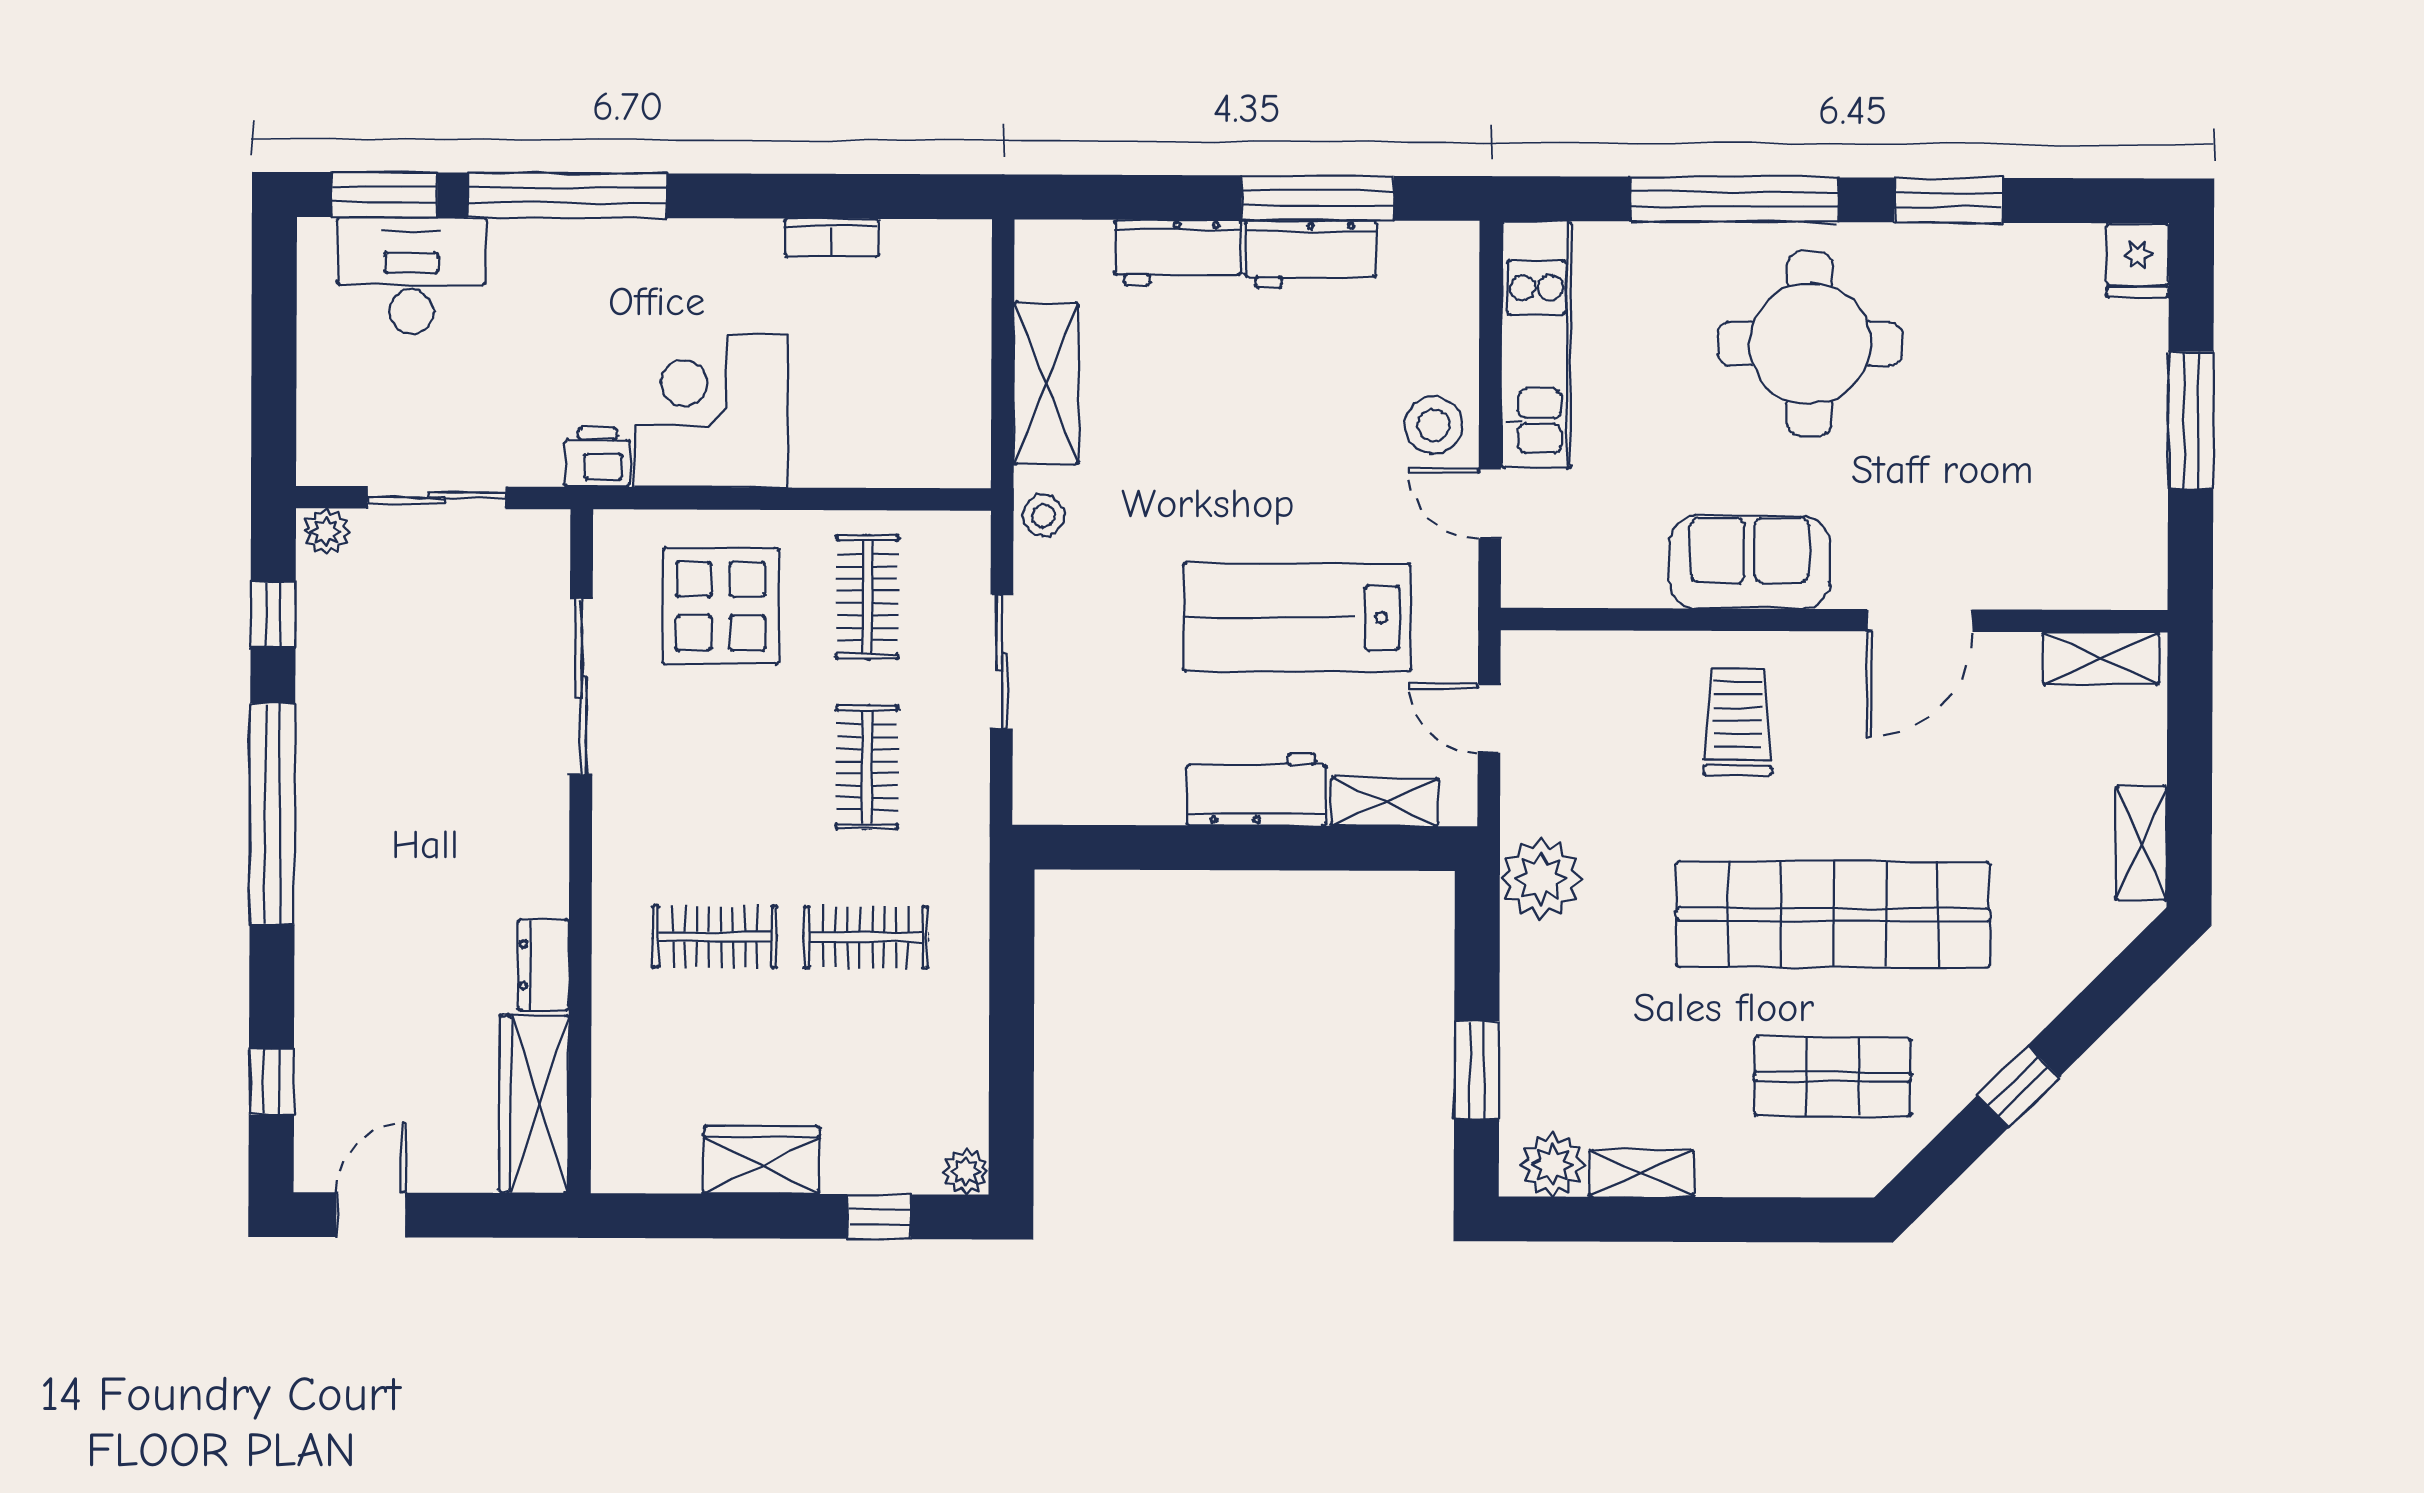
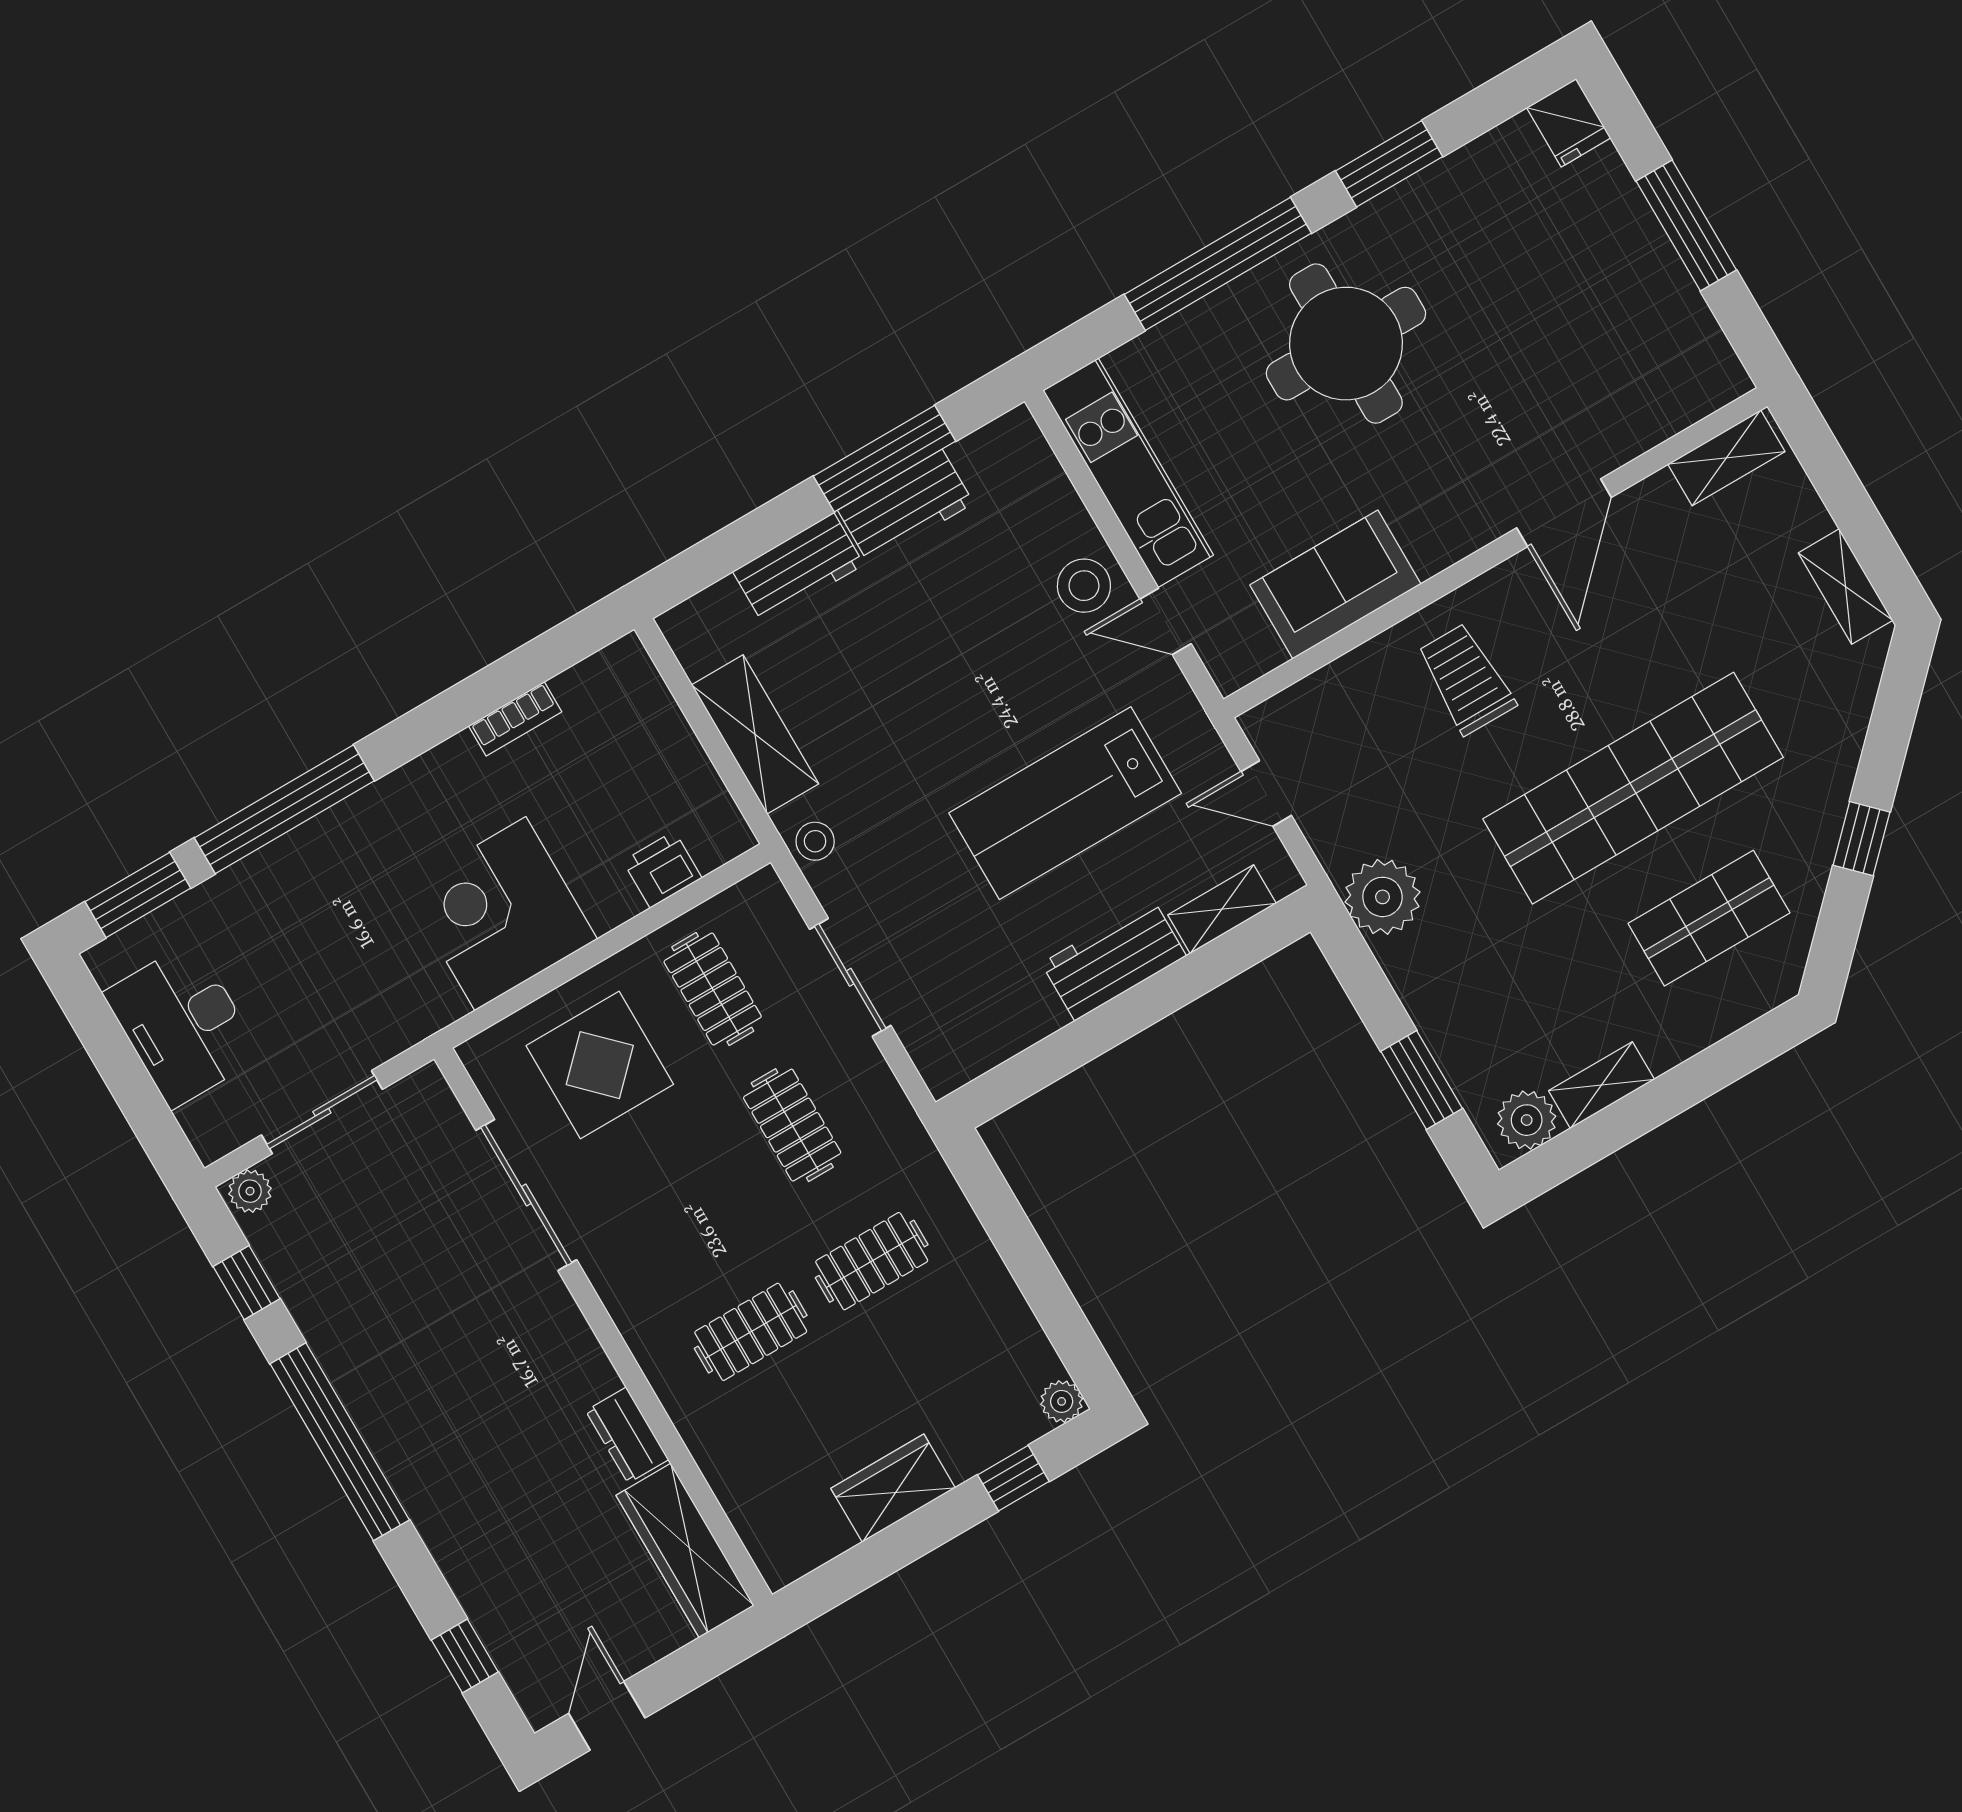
desk: (411, 276) -> (183, 1025), moved, turned -90
printer: (597, 457) -> (662, 869), moved
sofa: (1749, 562) -> (1335, 585), moved

